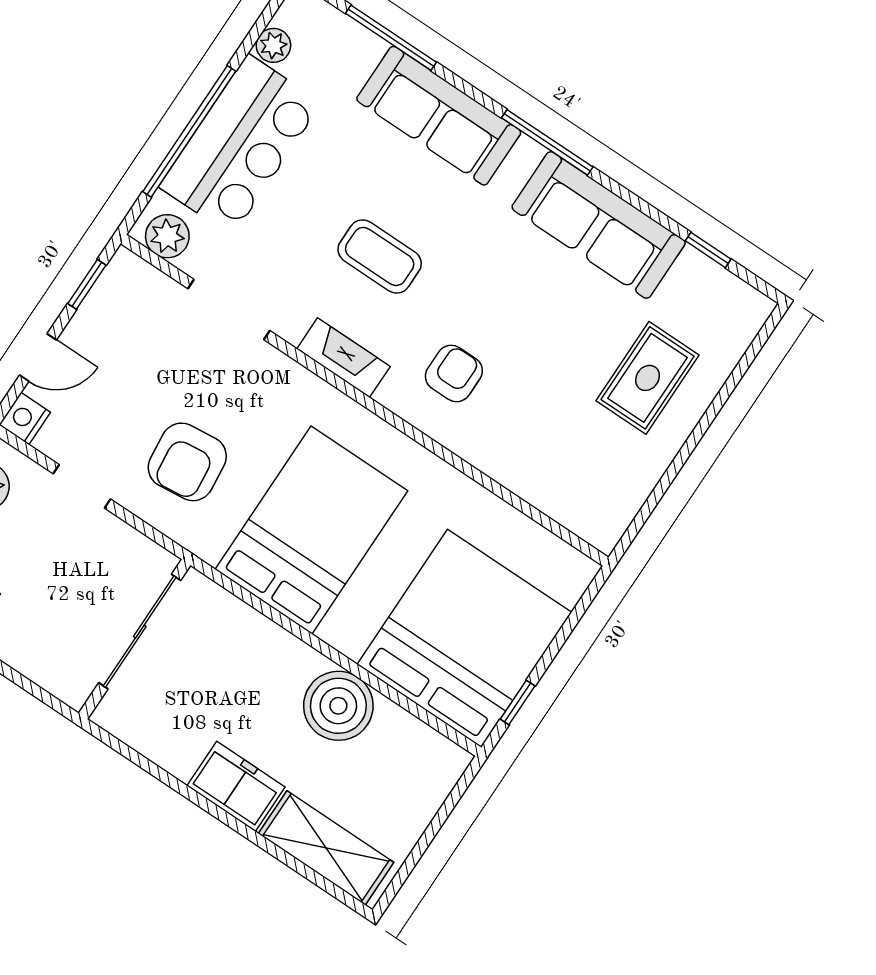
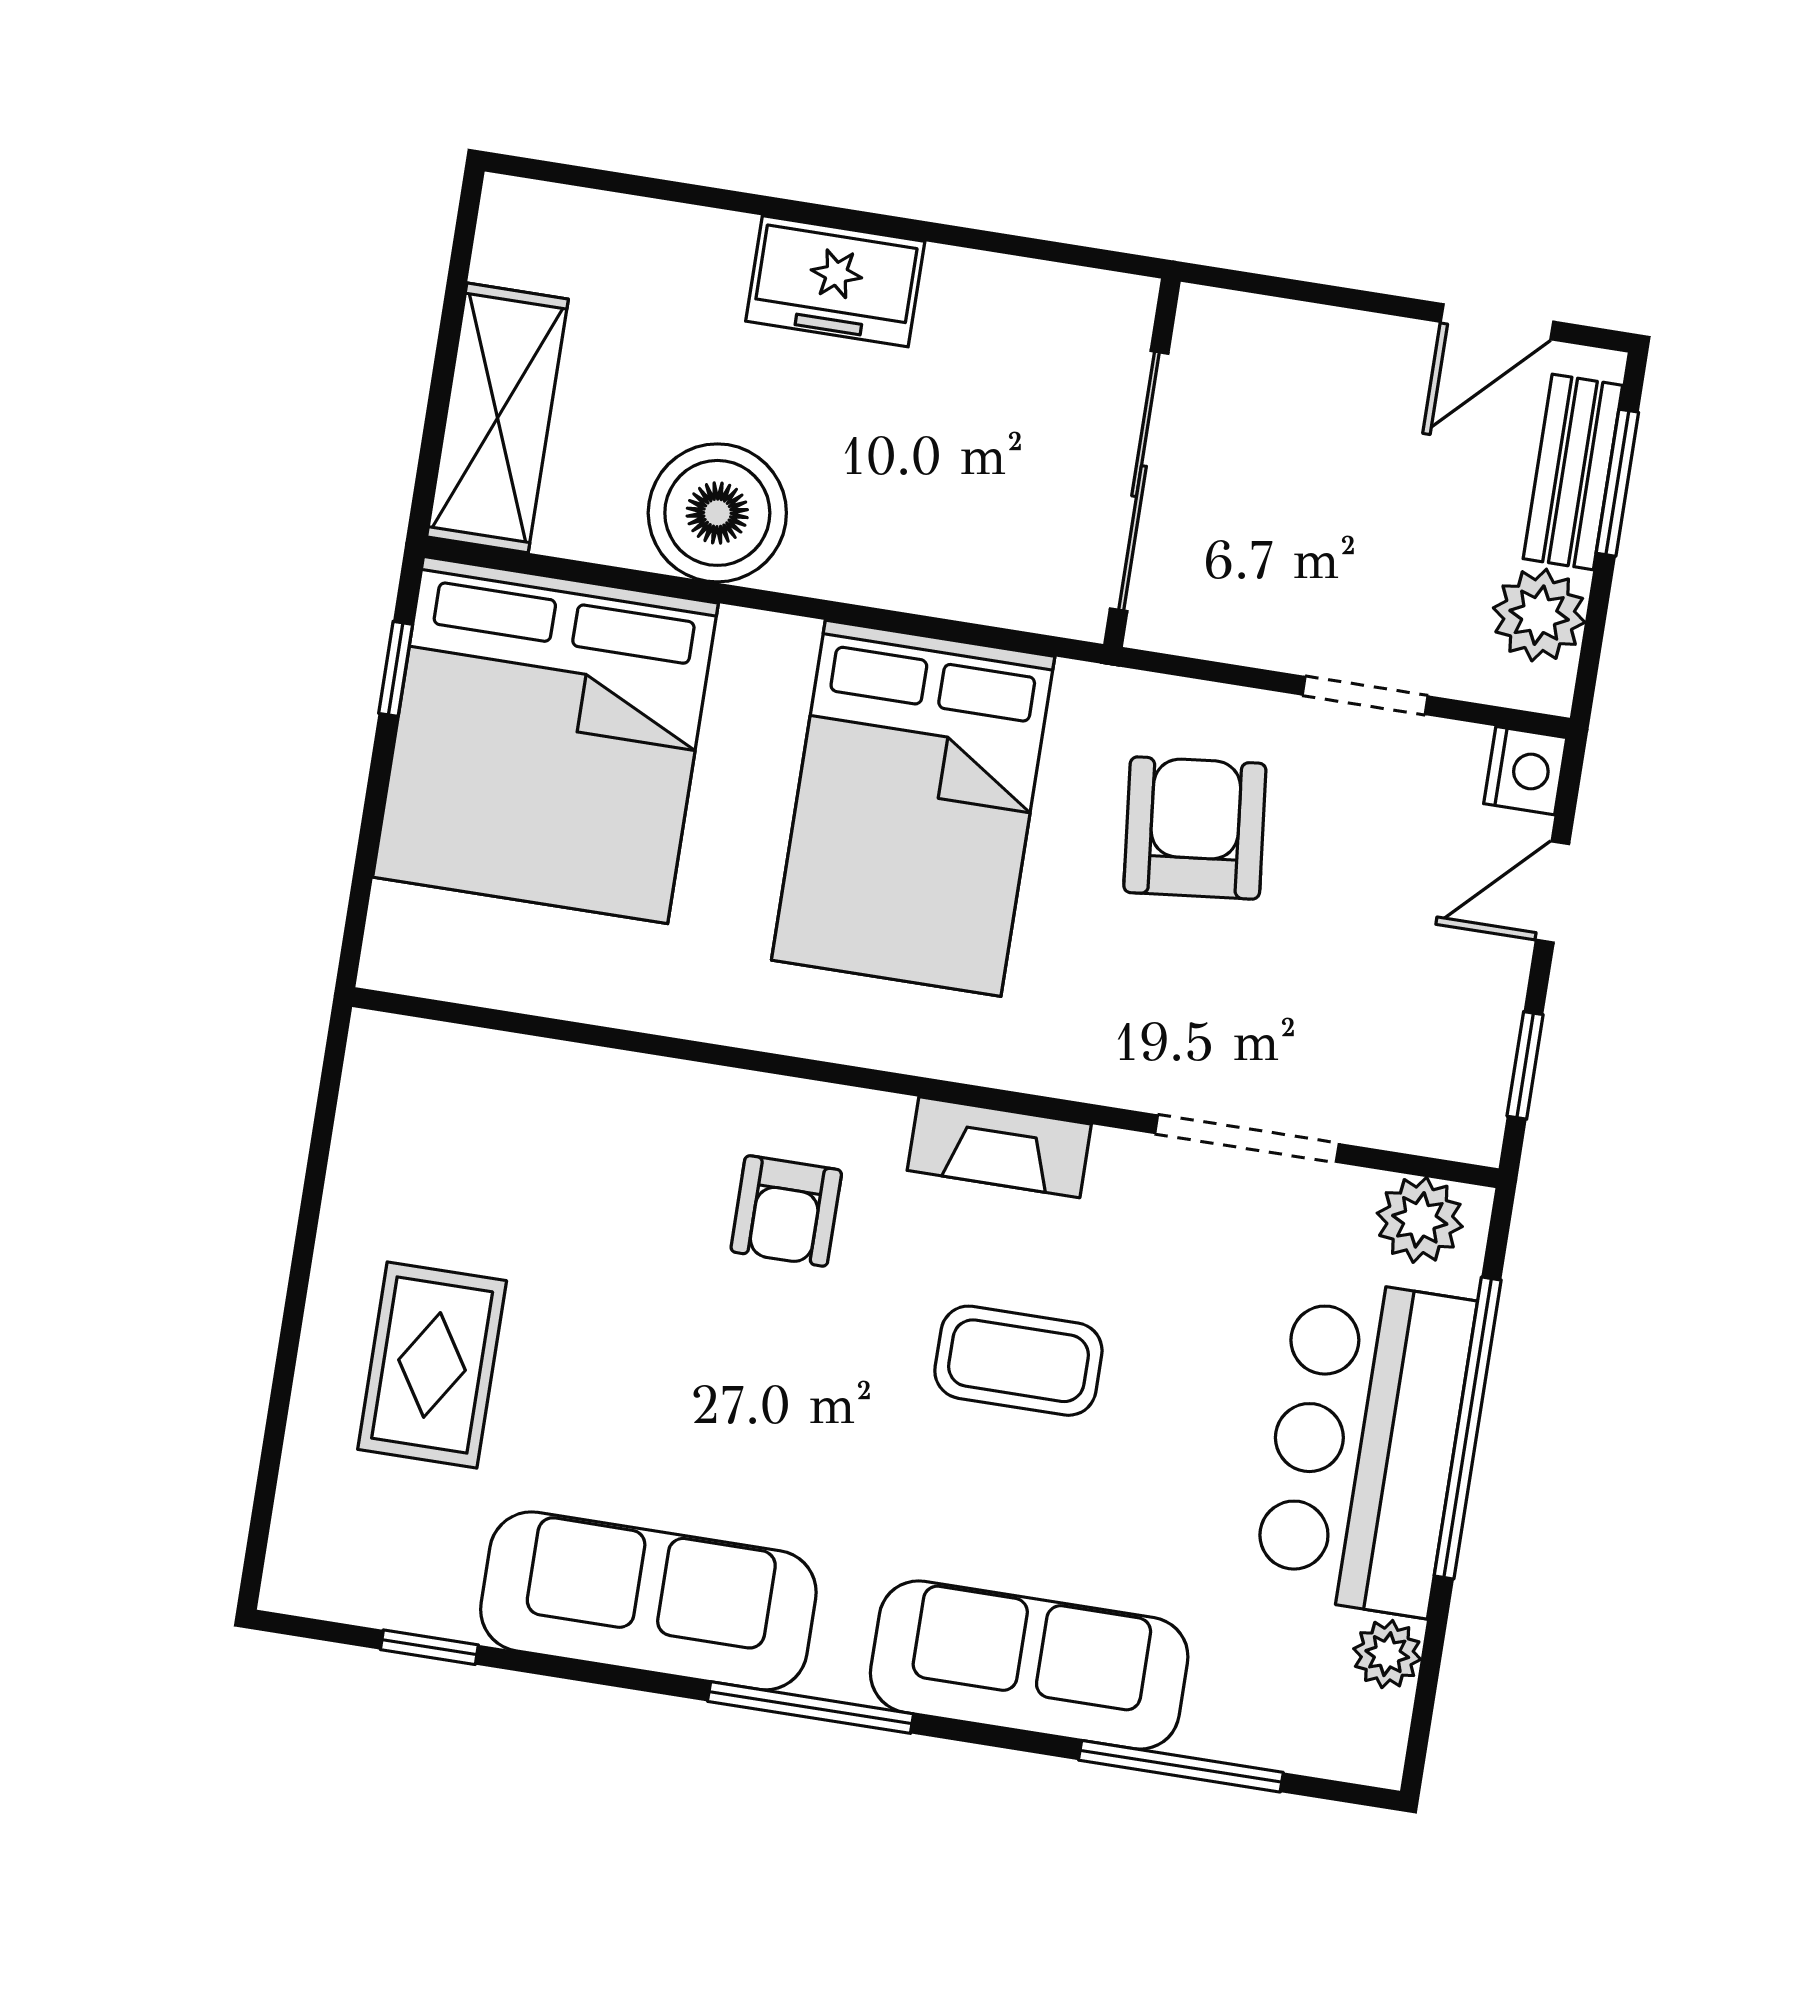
shelving: (326, 848) -> (497, 418), moved, turned 90

